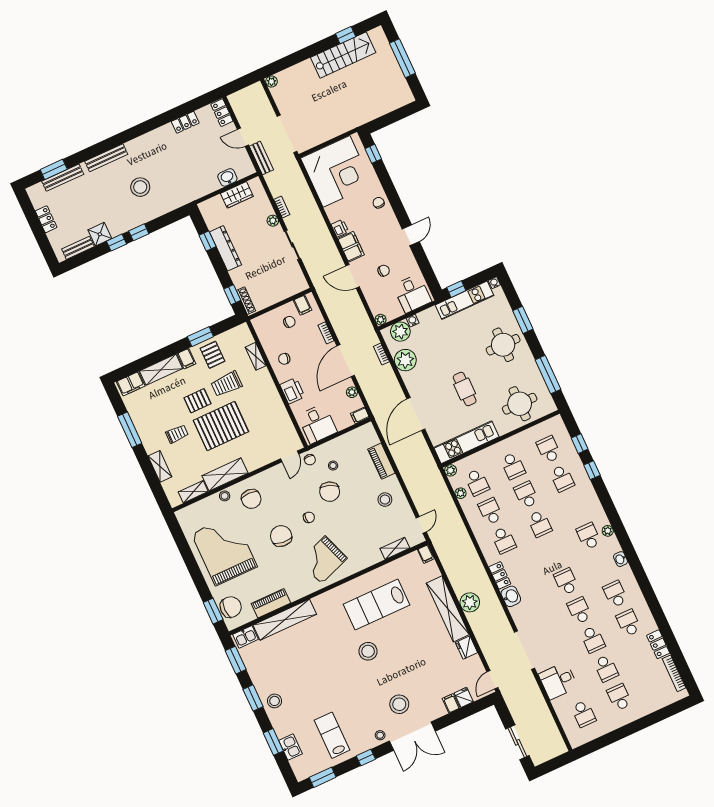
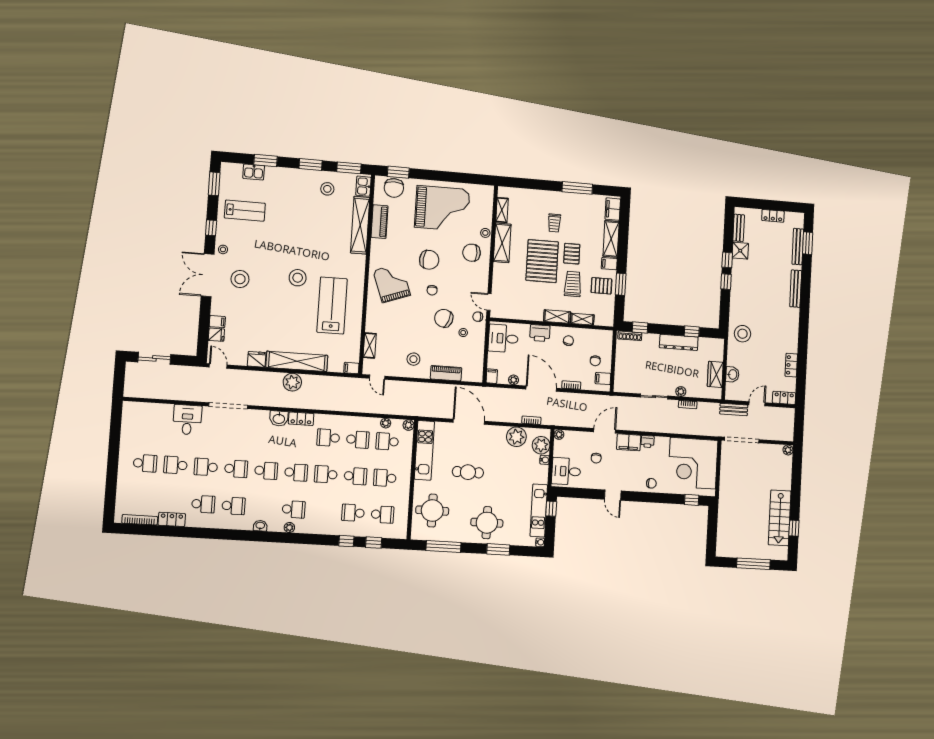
stool: (140, 187) -> (743, 334), moved
shelving: (160, 466) -> (557, 316), moved
stool: (275, 701) -> (327, 189), moved
school desk: (584, 714) -> (296, 472), moved, turned 180

